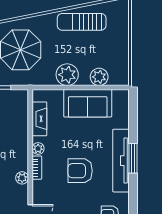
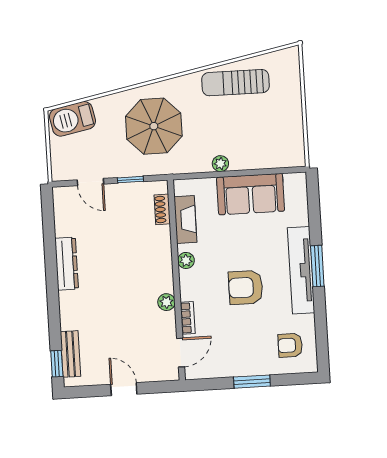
plant: (67, 75) -> (220, 164), width x0.53, depth x0.53
plant: (99, 77) -> (264, 157), removed
shoe rack: (23, 110) -> (162, 209), added
bookcase: (37, 168) -> (188, 318), moved

